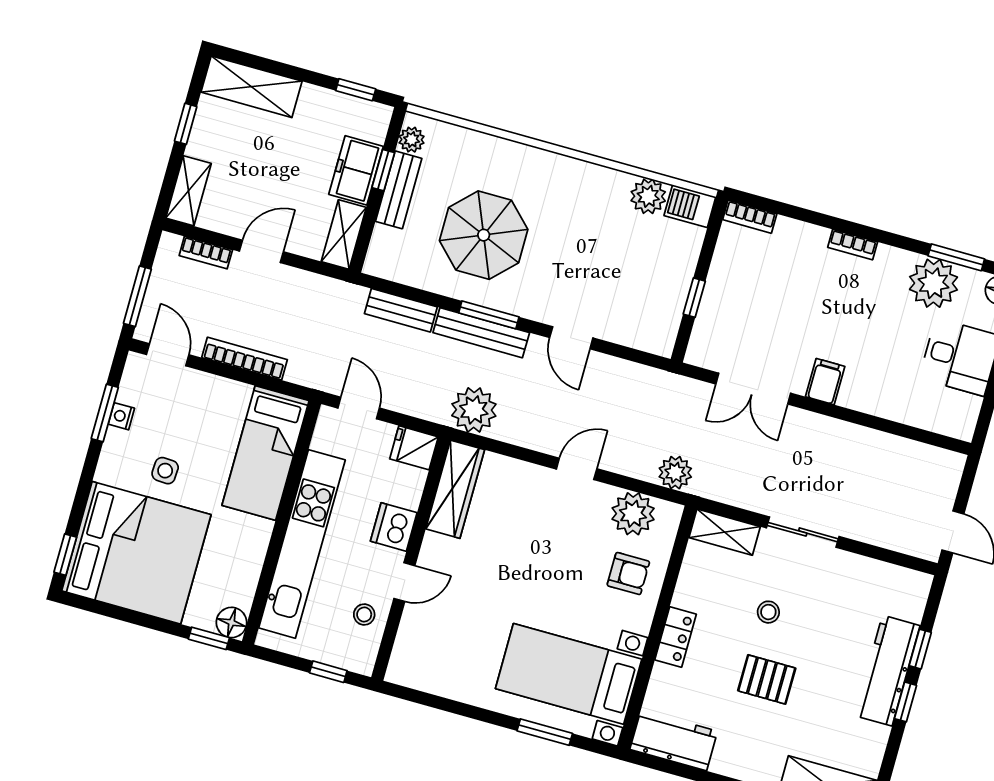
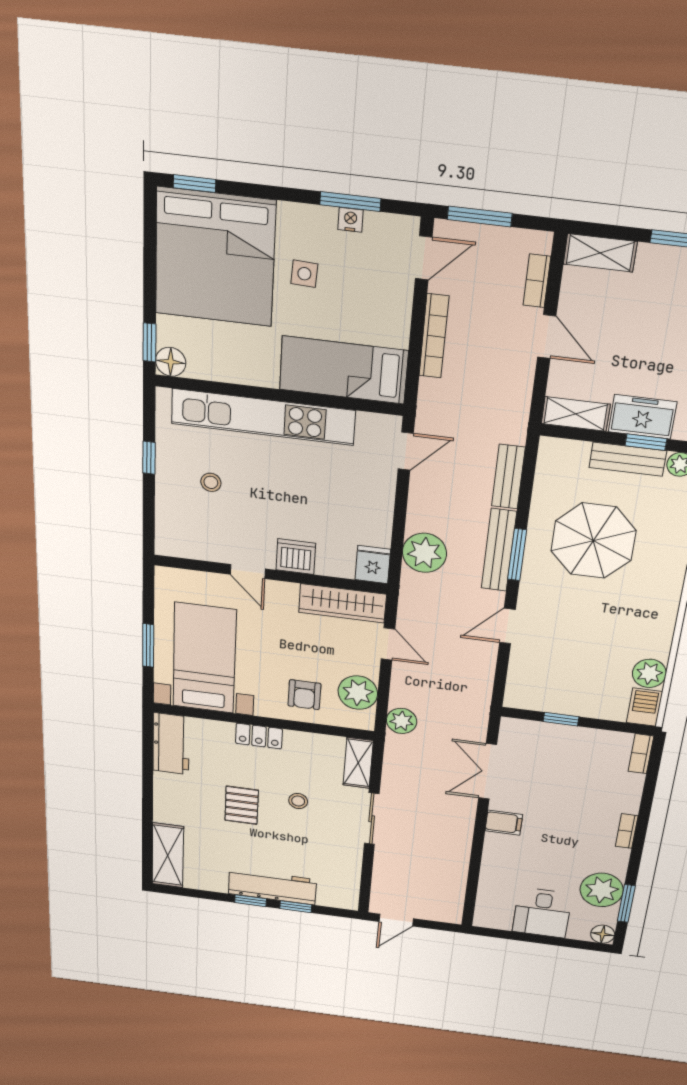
fridge: (414, 448) -> (373, 565), moved
wardrobe: (455, 489) -> (342, 603), moved
dishwasher: (394, 527) -> (296, 557), moved
wall: (411, 559) -> (270, 574), moved
door: (404, 582) -> (248, 572), moved

